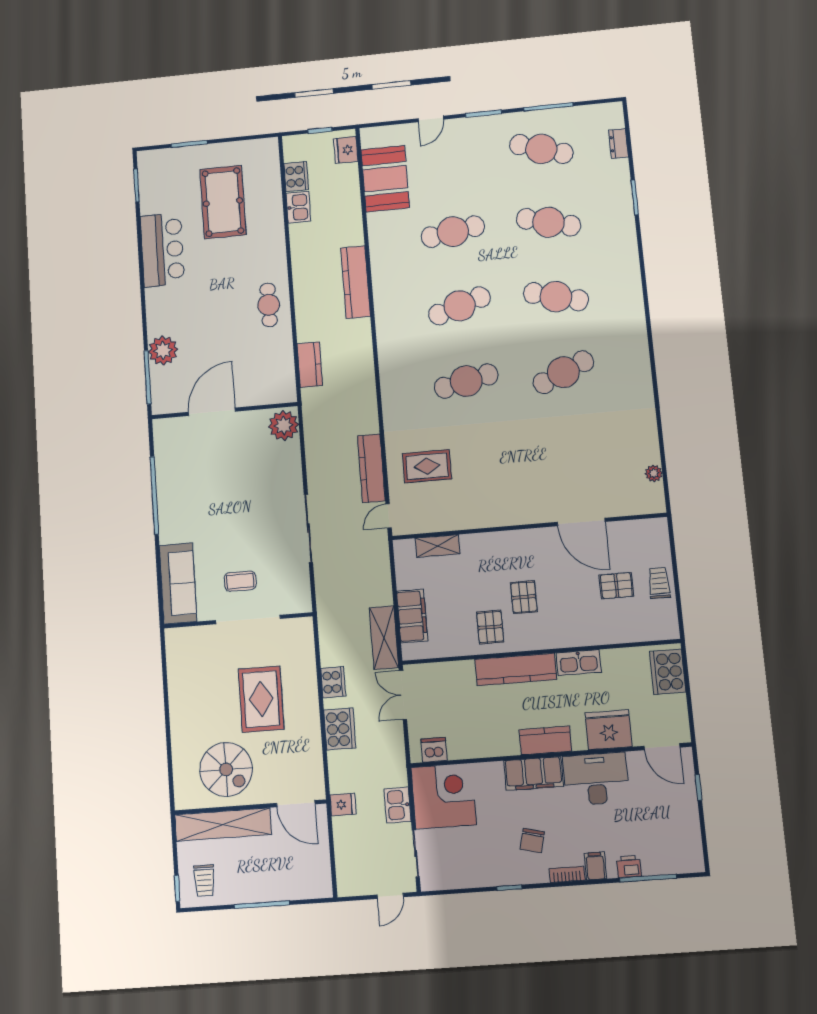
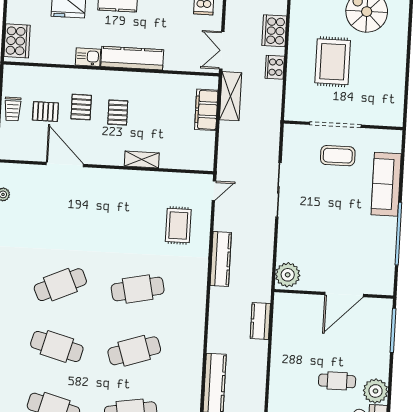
cafe table: (269, 305) -> (337, 381), moved, turned 90
plant: (163, 350) -> (376, 391), moved
rug: (427, 466) -> (178, 225), turned 90
kitchen counter: (371, 468) -> (221, 259), moved
shelving: (438, 546) -> (142, 159), moved
coffee table: (240, 581) -> (338, 156), width x1.36, depth x1.30
sofa: (178, 583) -> (386, 184), moved
pallet: (490, 627) -> (81, 107), moved
kitchen sink: (579, 662) -> (88, 57), width x0.73
double door: (403, 695) -> (222, 50), swing flipped

